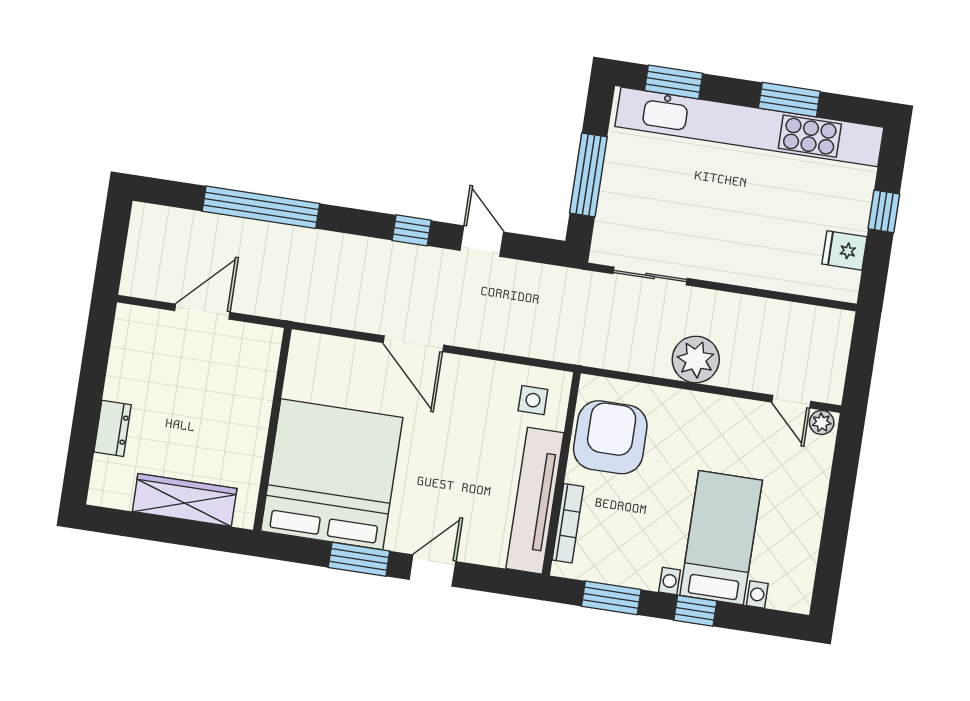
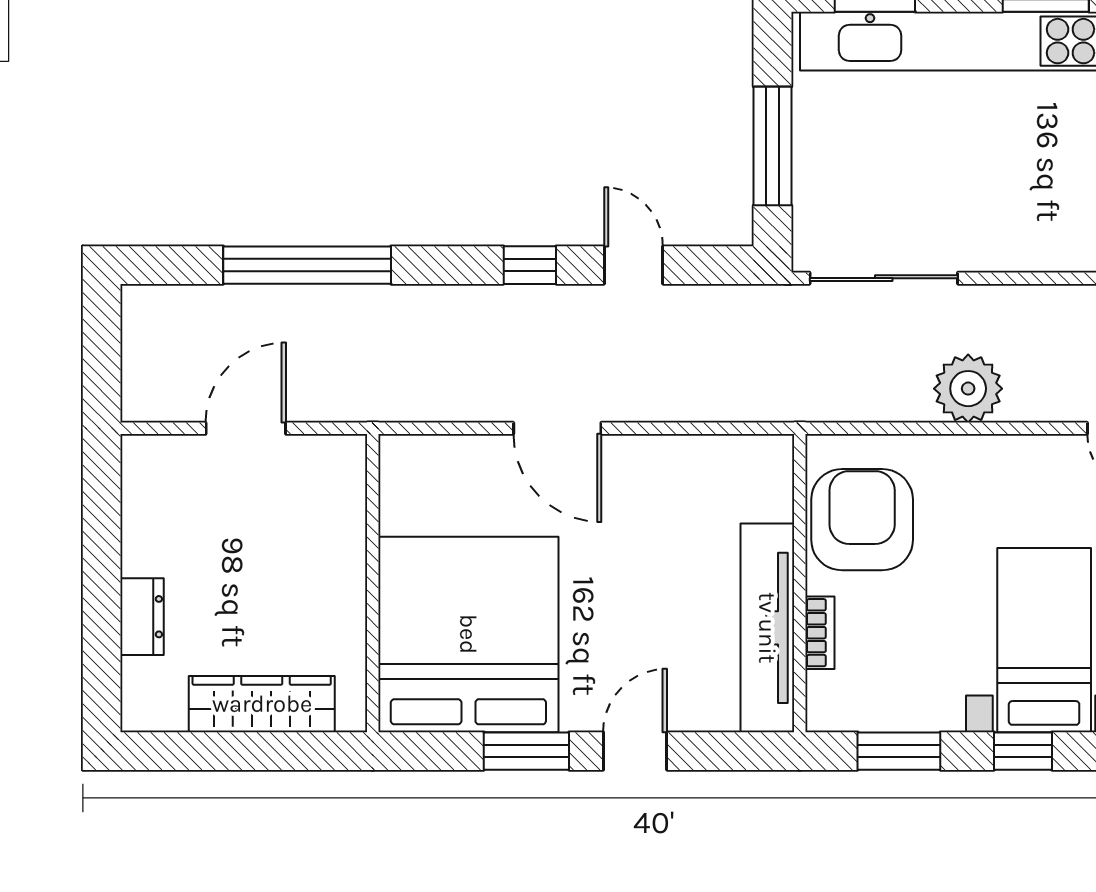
sliding door: (650, 276) -> (884, 278), width x1.37
side table: (533, 400) -> (742, 483), removed
bookcase: (568, 523) -> (820, 633), width x0.64

